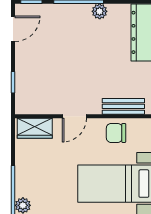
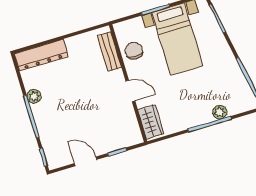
door: (13, 29) -> (86, 161), moved
chair: (116, 133) -> (134, 51), turned 180

